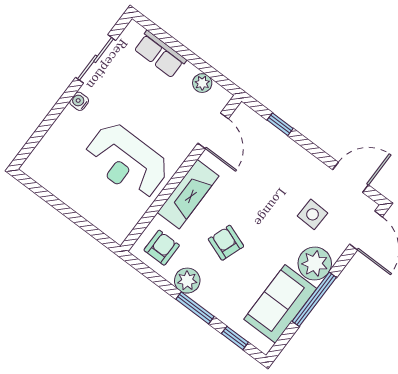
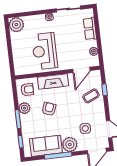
coffee table: (269, 155) -> (91, 96), added
plant: (41, 166) -> (16, 25), added

